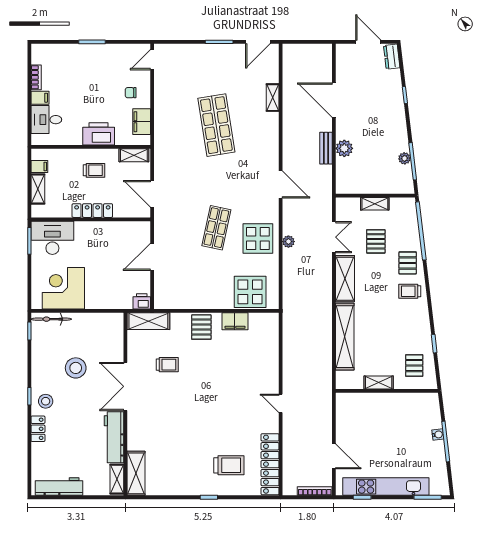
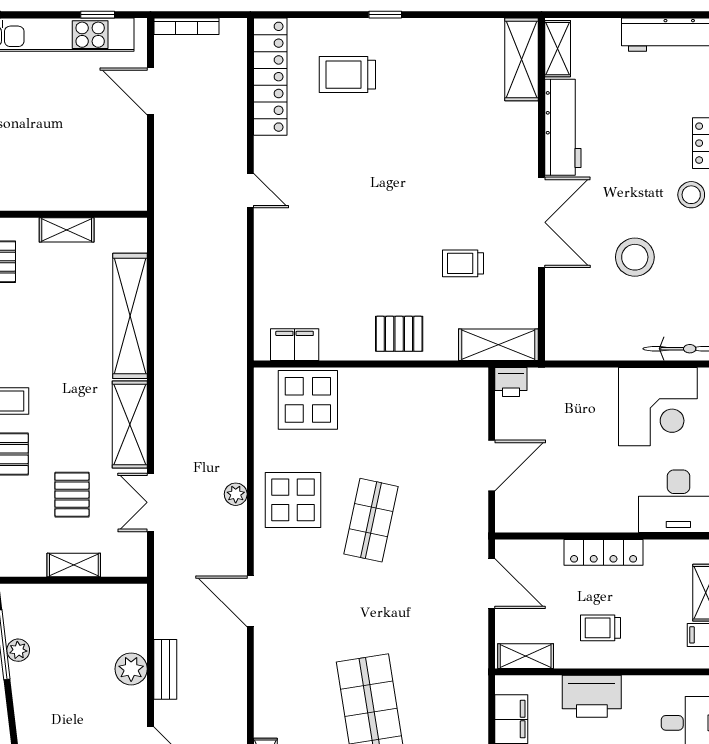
filing cabinet: (235, 321) -> (295, 345), moved
pallet: (201, 327) -> (399, 334), turned 90

